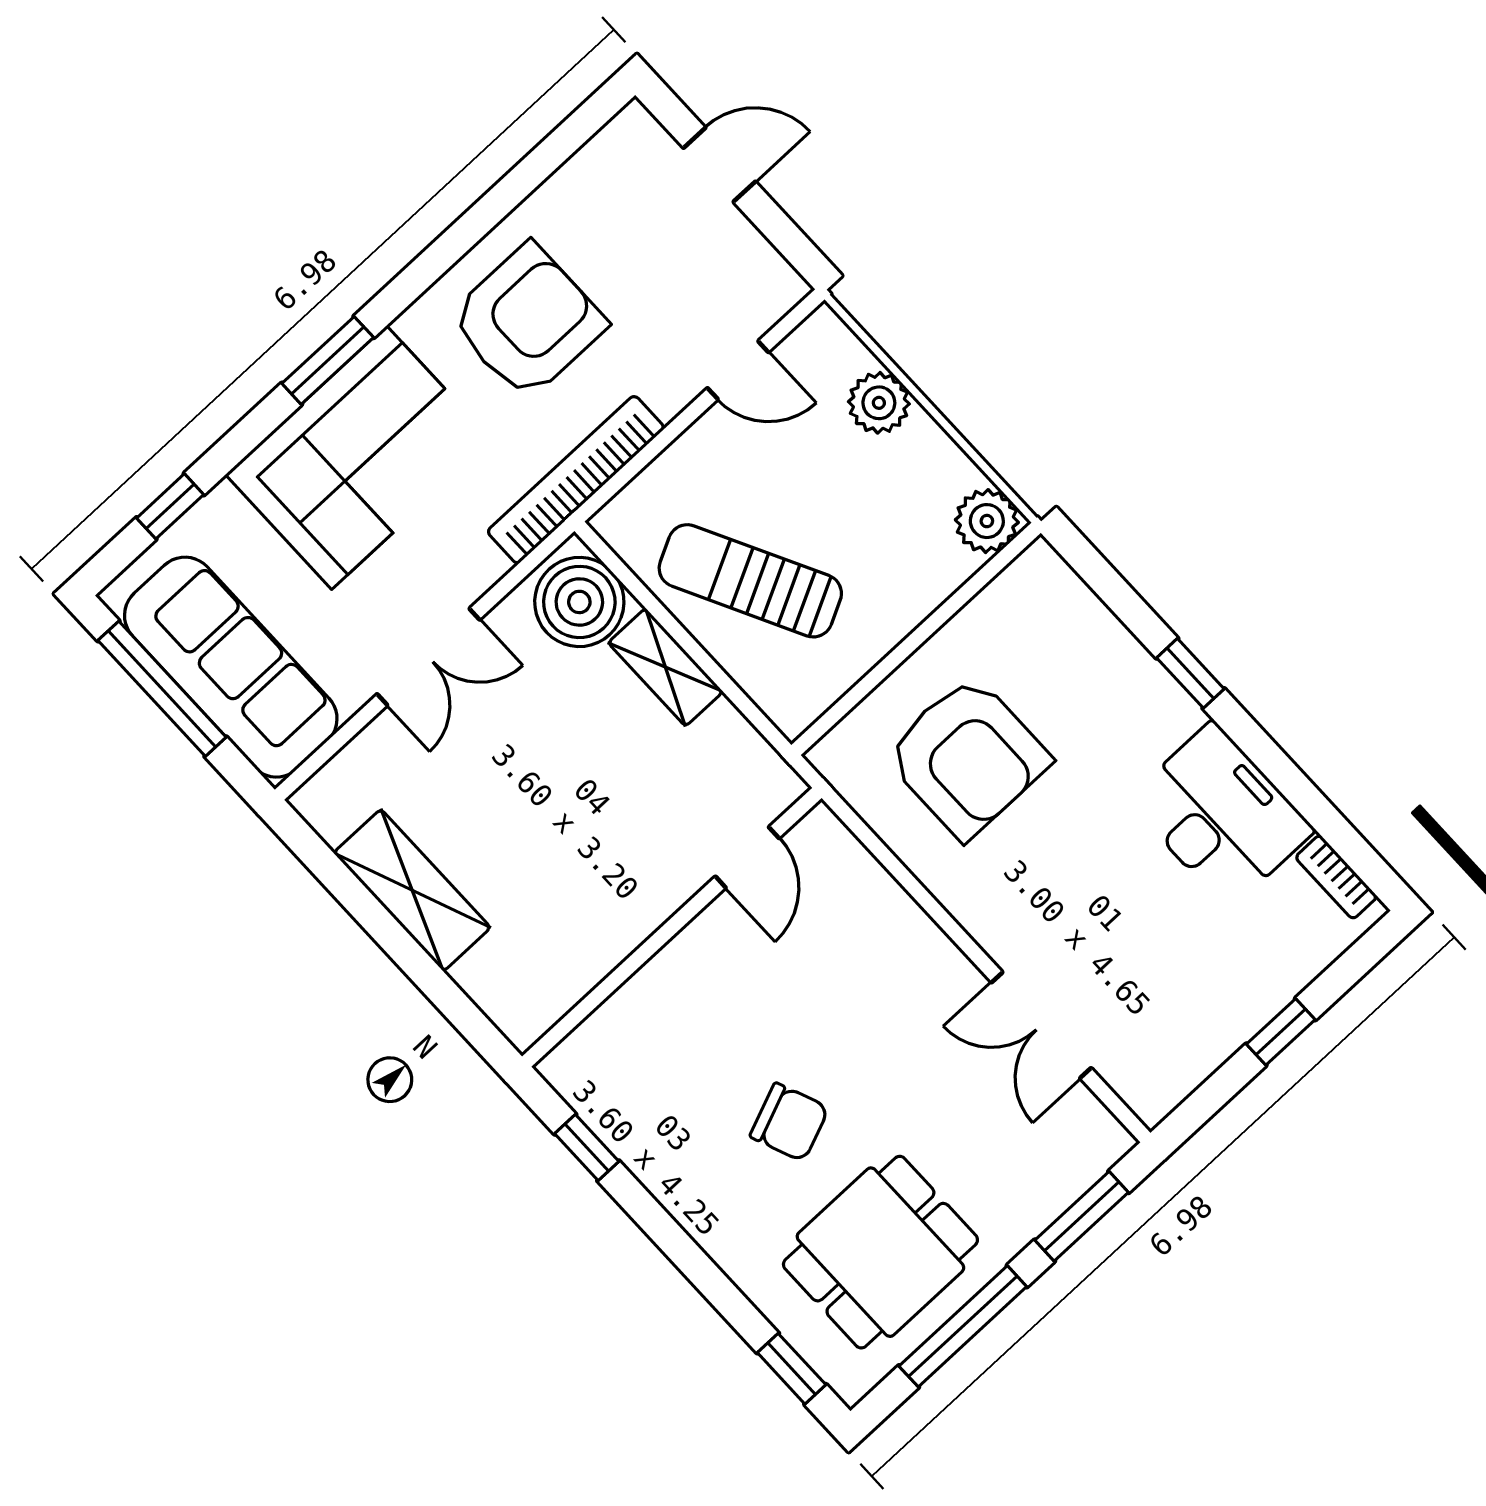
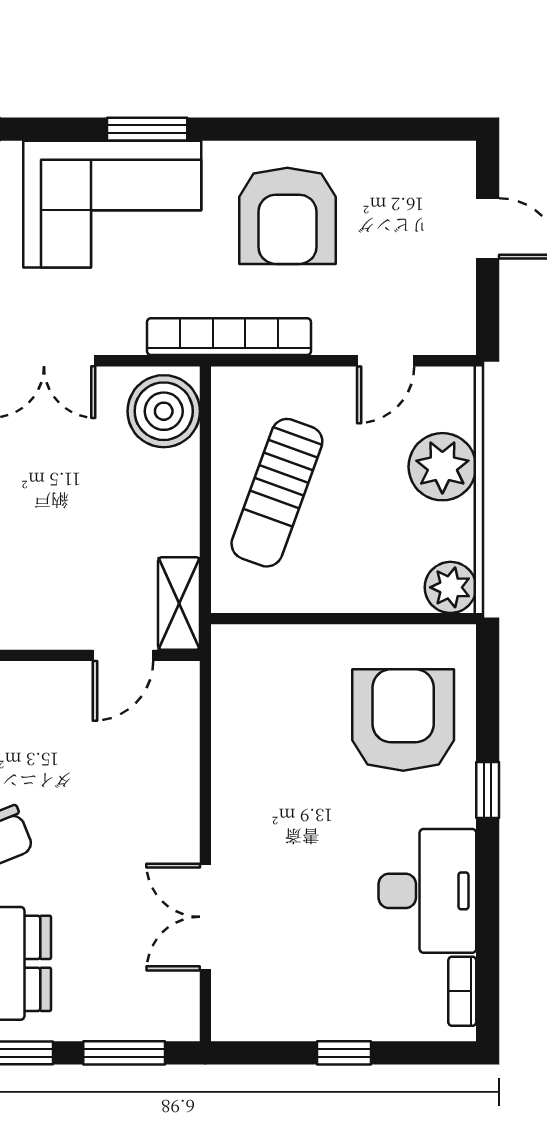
armchair: (528, 321) -> (287, 216), turned 90
door: (738, 370) -> (386, 361), hinge flipped
plant: (879, 403) -> (442, 467), width x1.36, depth x1.36
sun lounger: (750, 581) -> (277, 493), turned -133
shelving: (665, 667) -> (179, 604), moved
armchair: (967, 757) -> (403, 720), moved, turned 180

